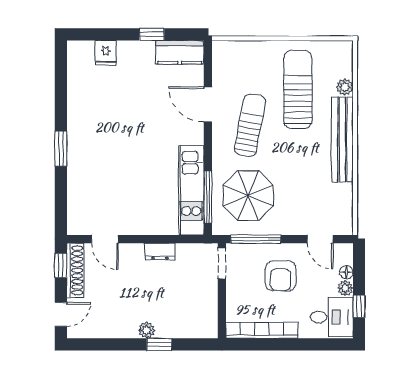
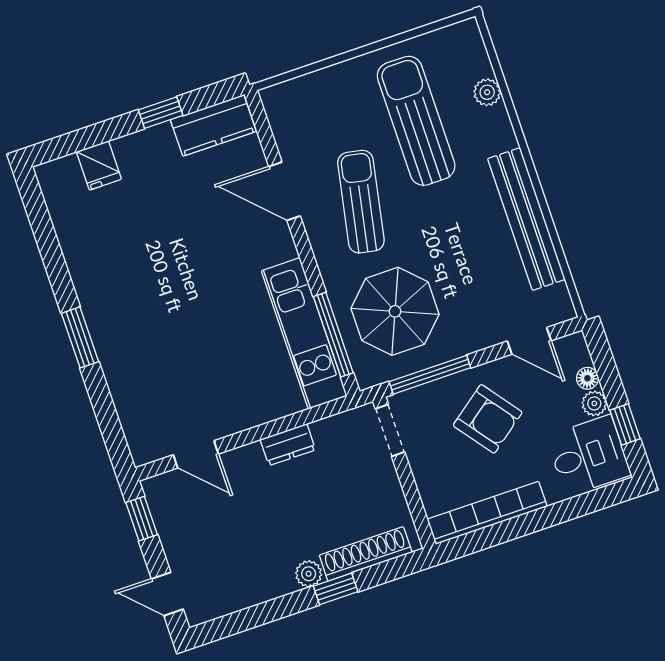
bench: (342, 140) -> (526, 219), moved
shoe rack: (75, 270) -> (366, 554), moved, turned -90
armchair: (281, 276) -> (488, 419), turned -37
door: (61, 314) -> (167, 594), swing flipped

